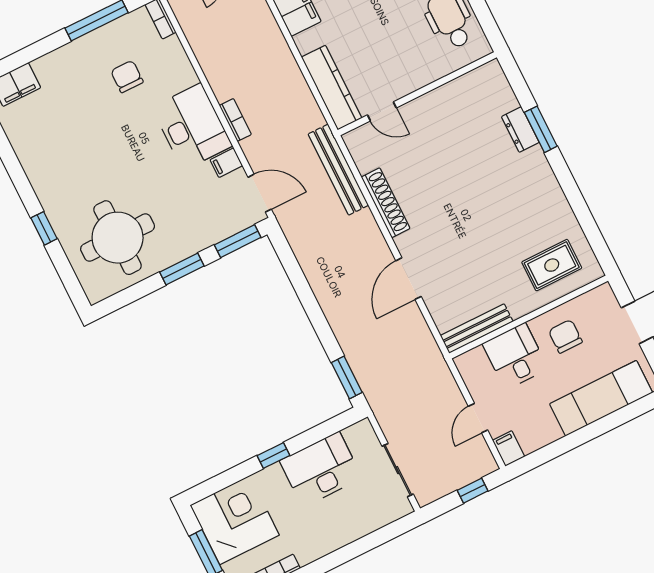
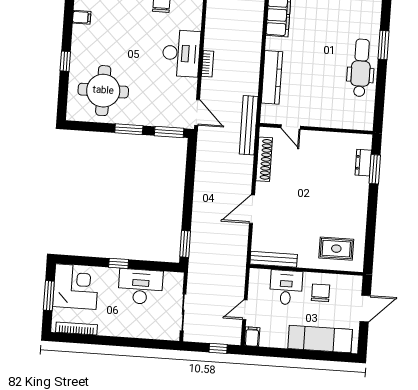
wall: (417, 94) -> (316, 129), moved
door: (382, 111) -> (291, 127), moved
filing cabinet: (226, 163) -> (82, 17), moved, turned 180

